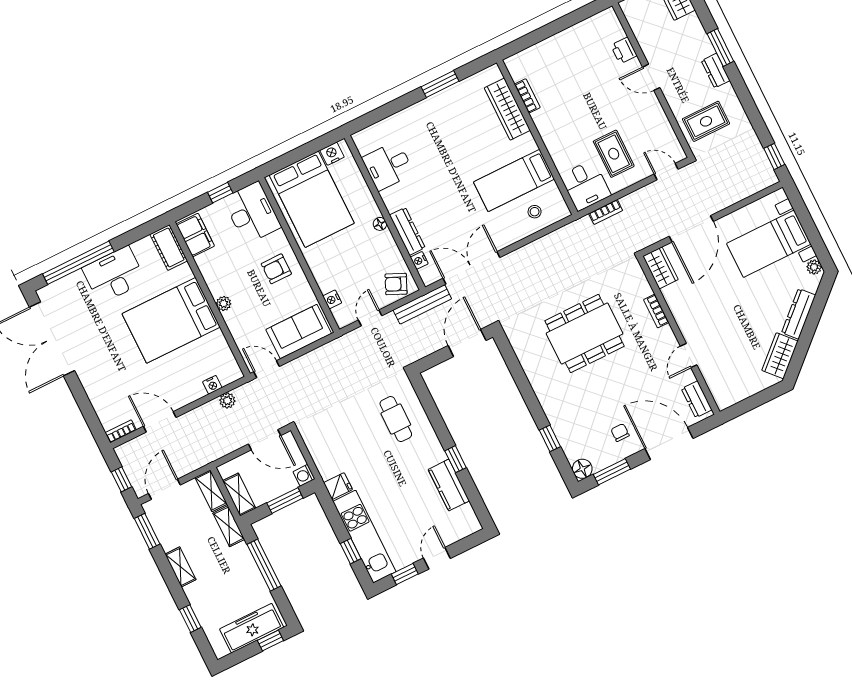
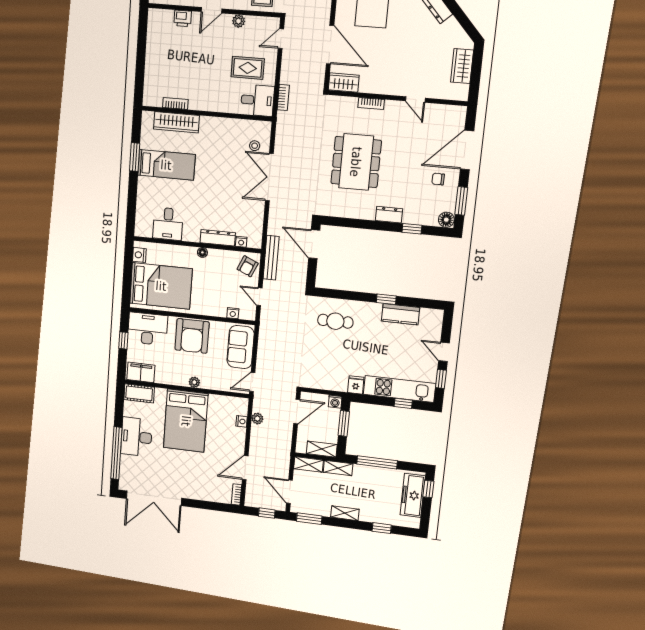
plant: (657, 114) -> (239, 21), added
bed: (514, 181) -> (166, 165), moved, turned -90
double door: (471, 268) -> (269, 177), moved
armchair: (276, 269) -> (192, 336), width x1.88, depth x1.88
wardrobe: (780, 356) -> (462, 66), moved, turned 43
dresser: (697, 399) -> (389, 215), moved, turned 180

